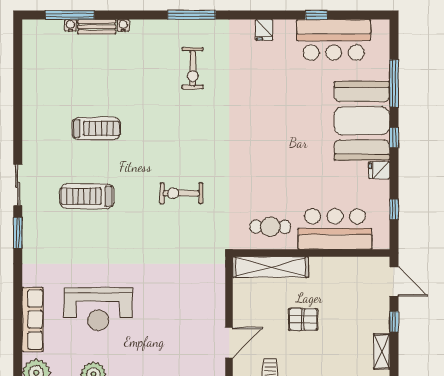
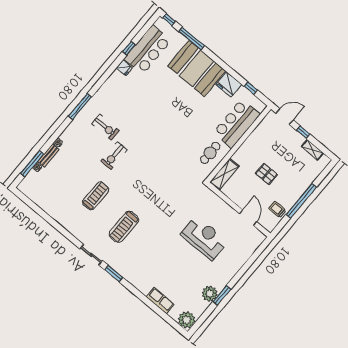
fridge: (264, 30) -> (124, 68), moved
window: (394, 138) -> (169, 20), moved
fridge: (379, 170) -> (229, 84), width x1.88, depth x1.34
exercise bike: (181, 193) -> (114, 156), moved
shelving: (271, 267) -> (224, 174), width x0.68
reception desk: (98, 309) -> (204, 238), moved, turned -90
row of seats: (33, 319) -> (160, 301), width x0.68
pallet: (303, 319) -> (266, 174), turned 90

